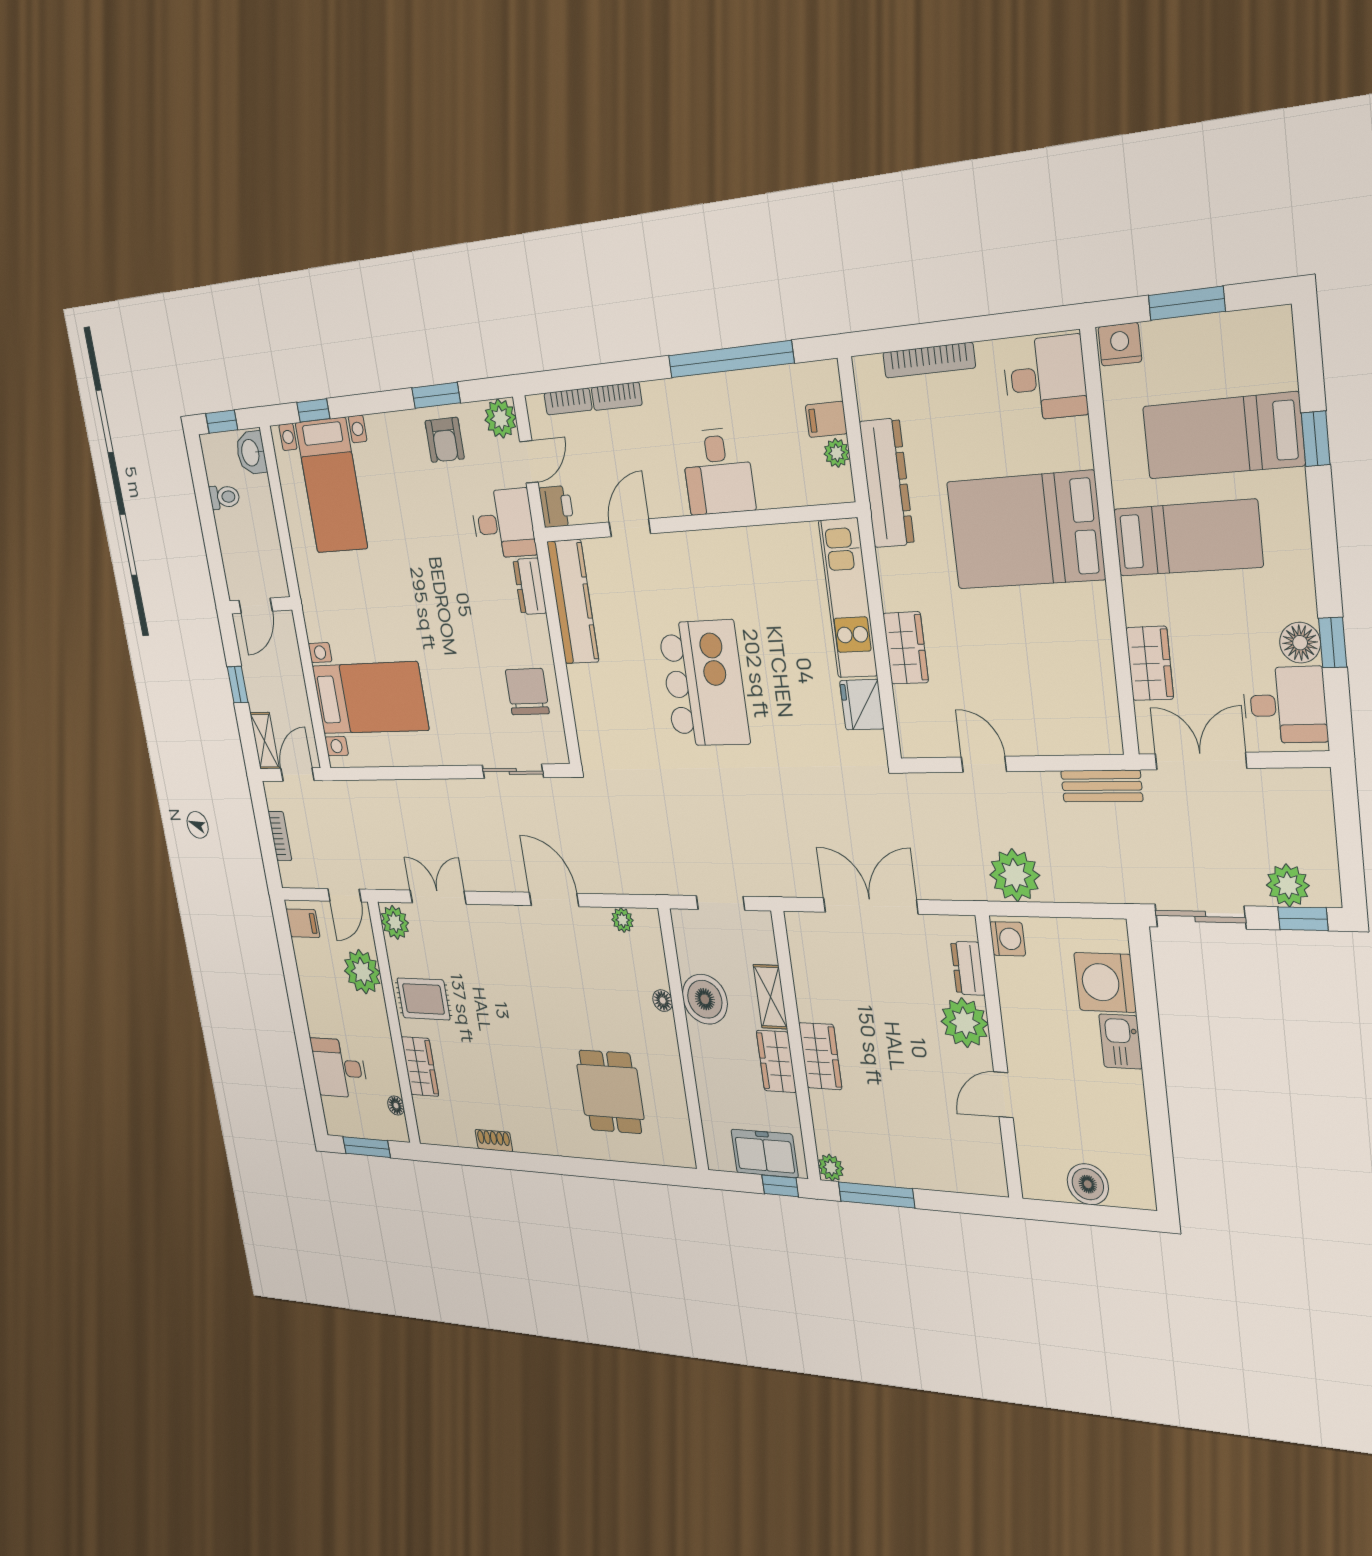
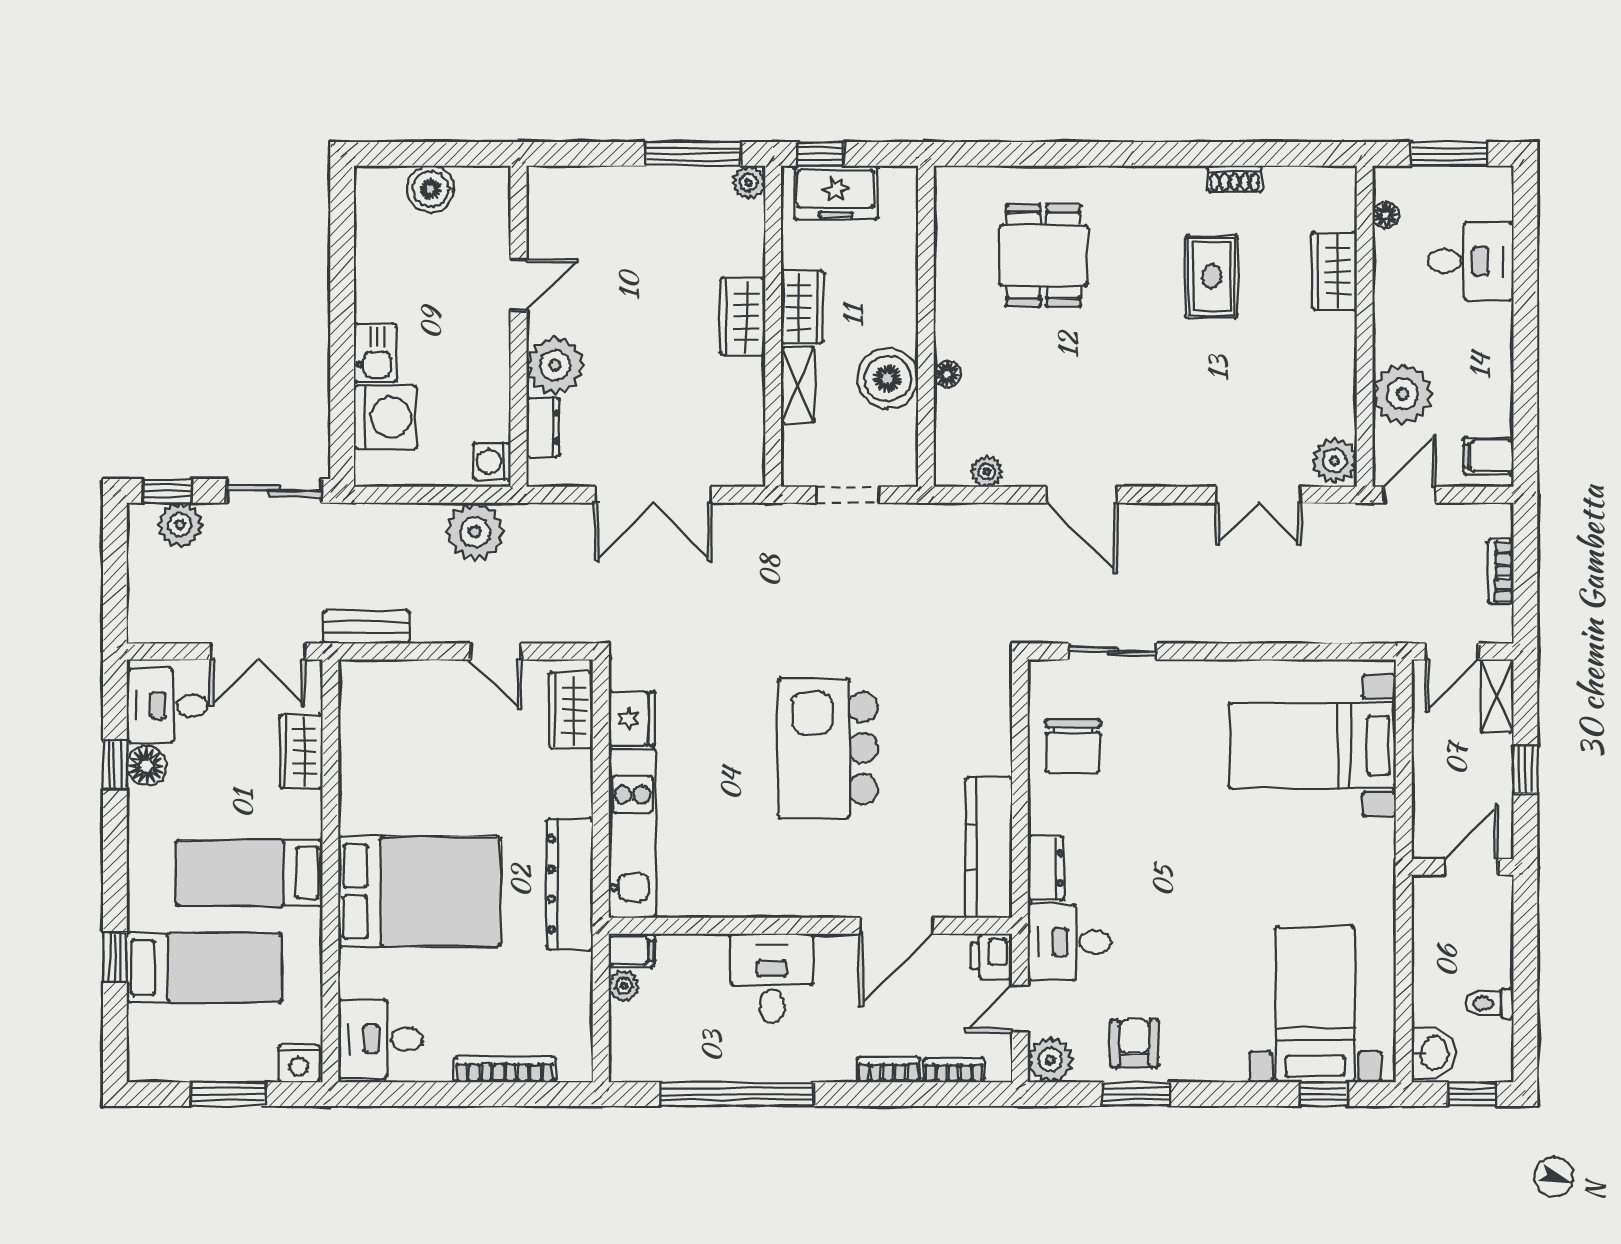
filing cabinet: (826, 419) -> (631, 951), moved
dresser: (887, 483) -> (570, 884), moved
door: (630, 528) -> (896, 926), width x1.38
wardrobe: (906, 648) -> (571, 711), moved
rug: (423, 999) -> (1212, 277), moved, turned 90

